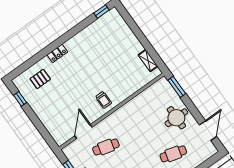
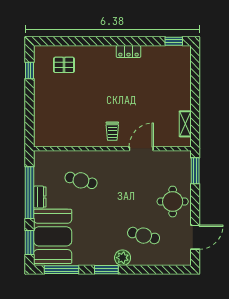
locker: (57, 53) -> (128, 52), moved
door: (83, 132) -> (141, 149), moved

